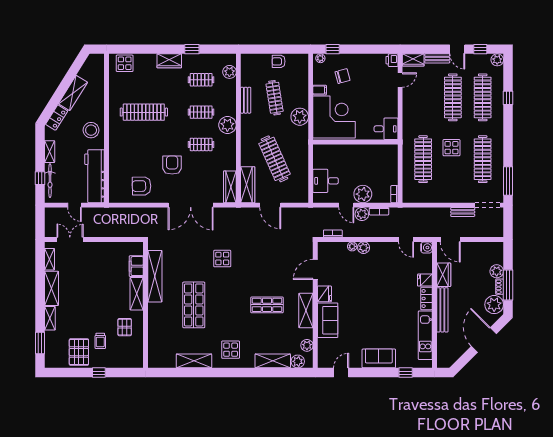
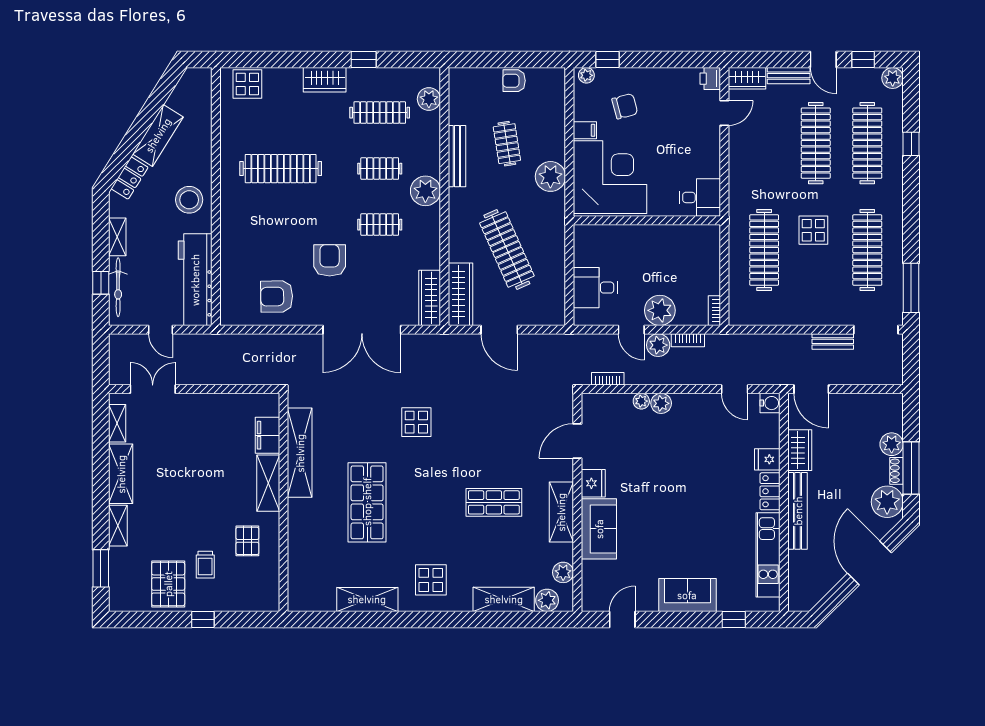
clothes rail: (201, 80) -> (380, 113), width x1.36
clothes rail: (275, 98) -> (507, 144), width x0.73
bench: (246, 100) -> (457, 156), width x1.36

